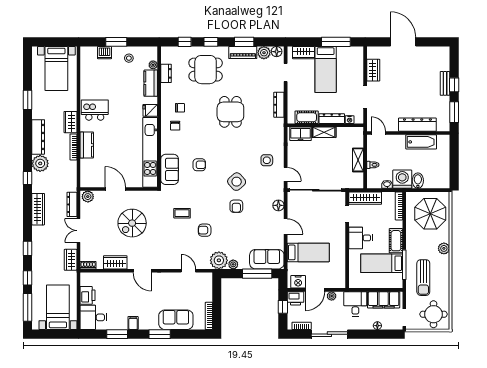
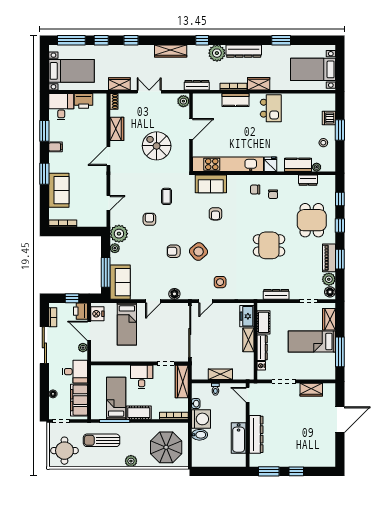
bench: (445, 83) -> (298, 462), removed
door: (378, 133) -> (248, 395), swing flipped
dresser: (72, 204) -> (197, 85), moved

